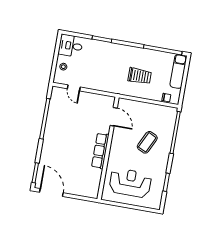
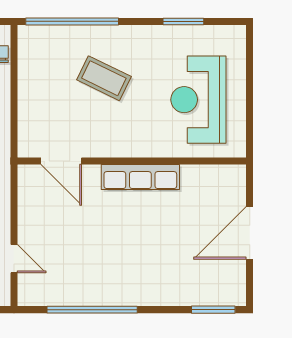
door: (74, 88) -> (14, 259), hinge flipped
door: (114, 117) -> (61, 161), swing flipped
door: (51, 192) -> (250, 233), moved

